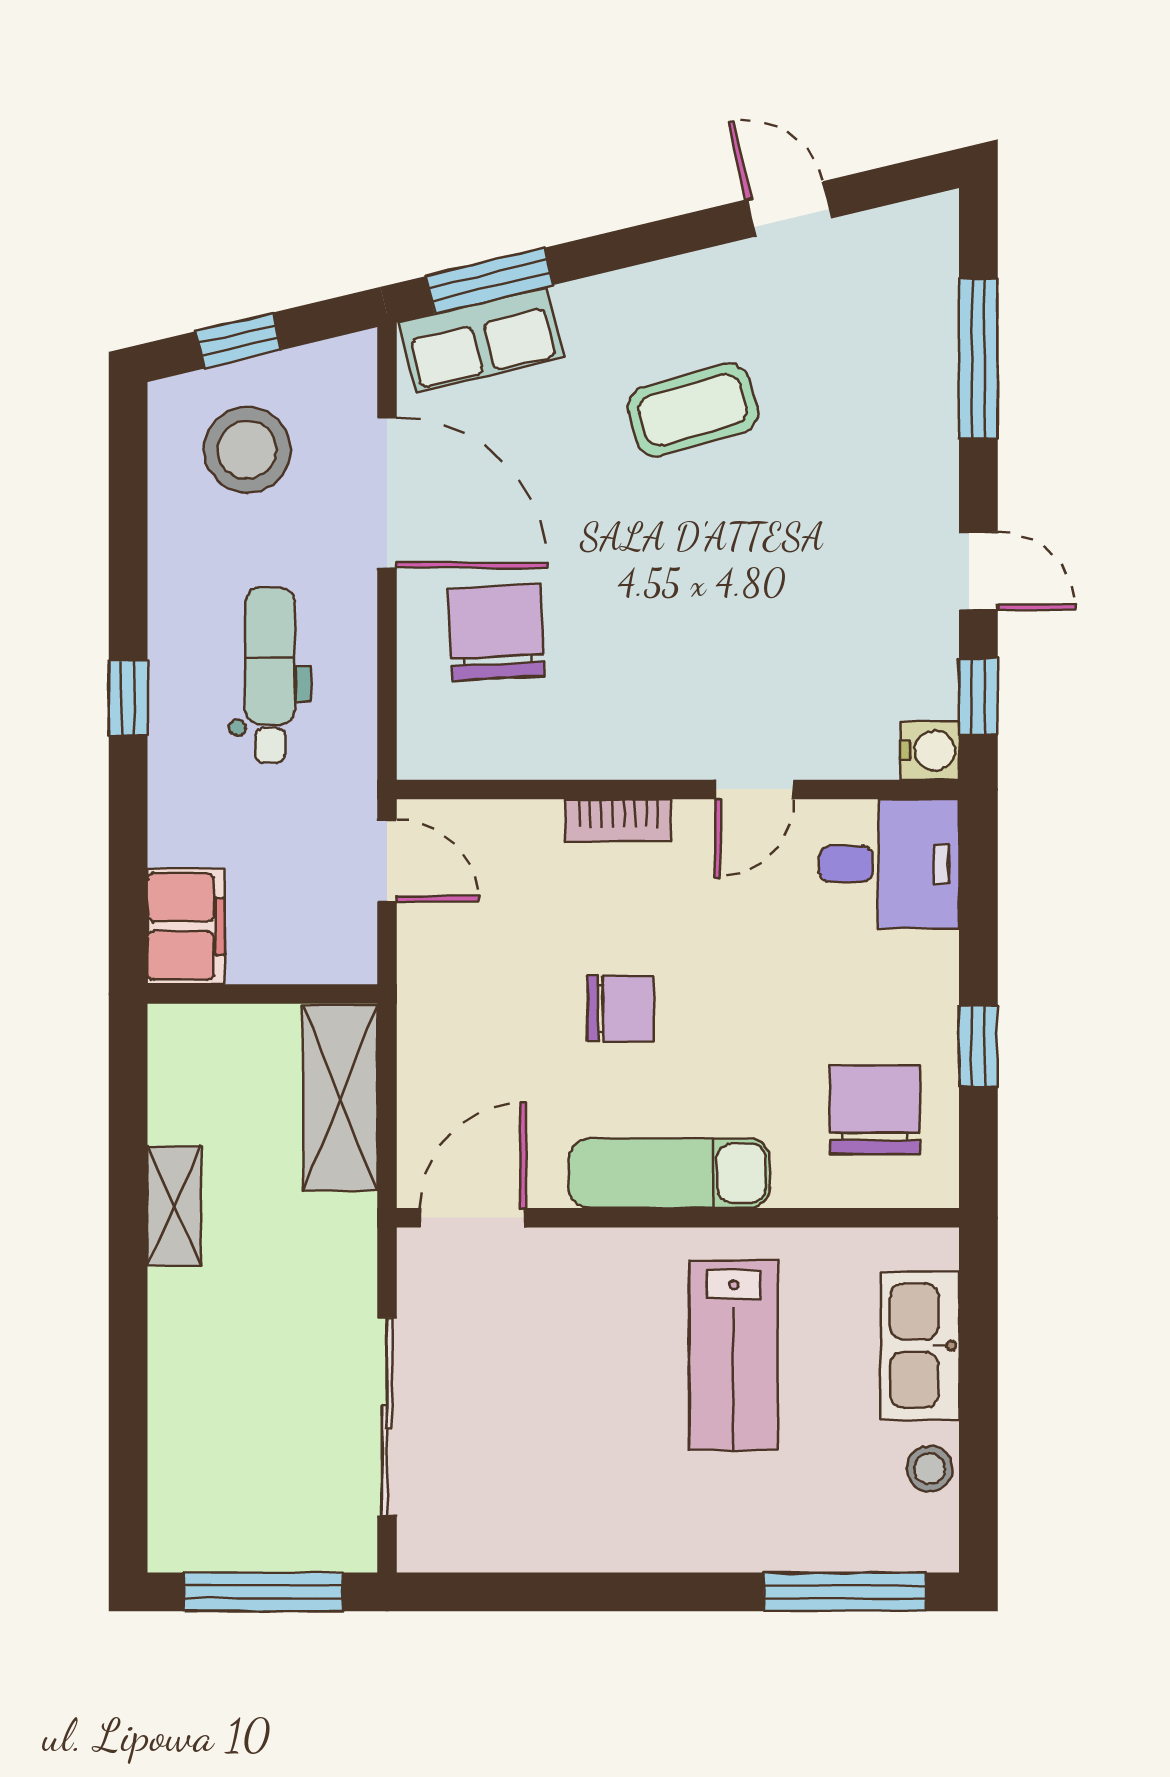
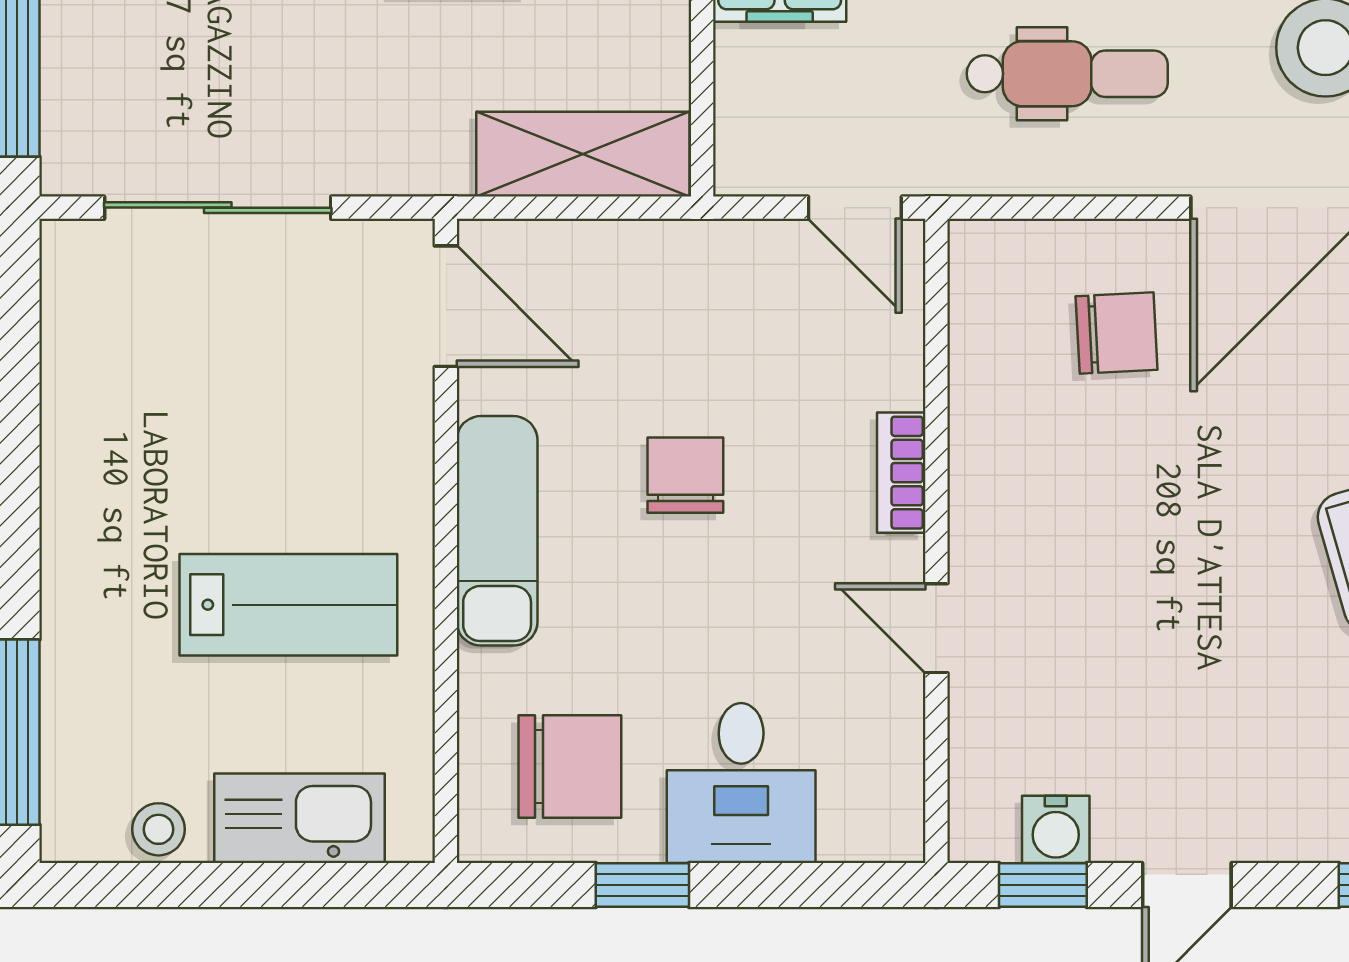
chair: (496, 632) -> (1117, 333), width x0.73, depth x0.73
water cooler: (930, 750) -> (1056, 829), moved
door: (387, 861) -> (855, 208), hinge flipped
desk: (889, 864) -> (741, 783), moved
chair: (621, 1009) -> (685, 475), turned 180
lab bench: (734, 1355) -> (288, 605), turned 180

